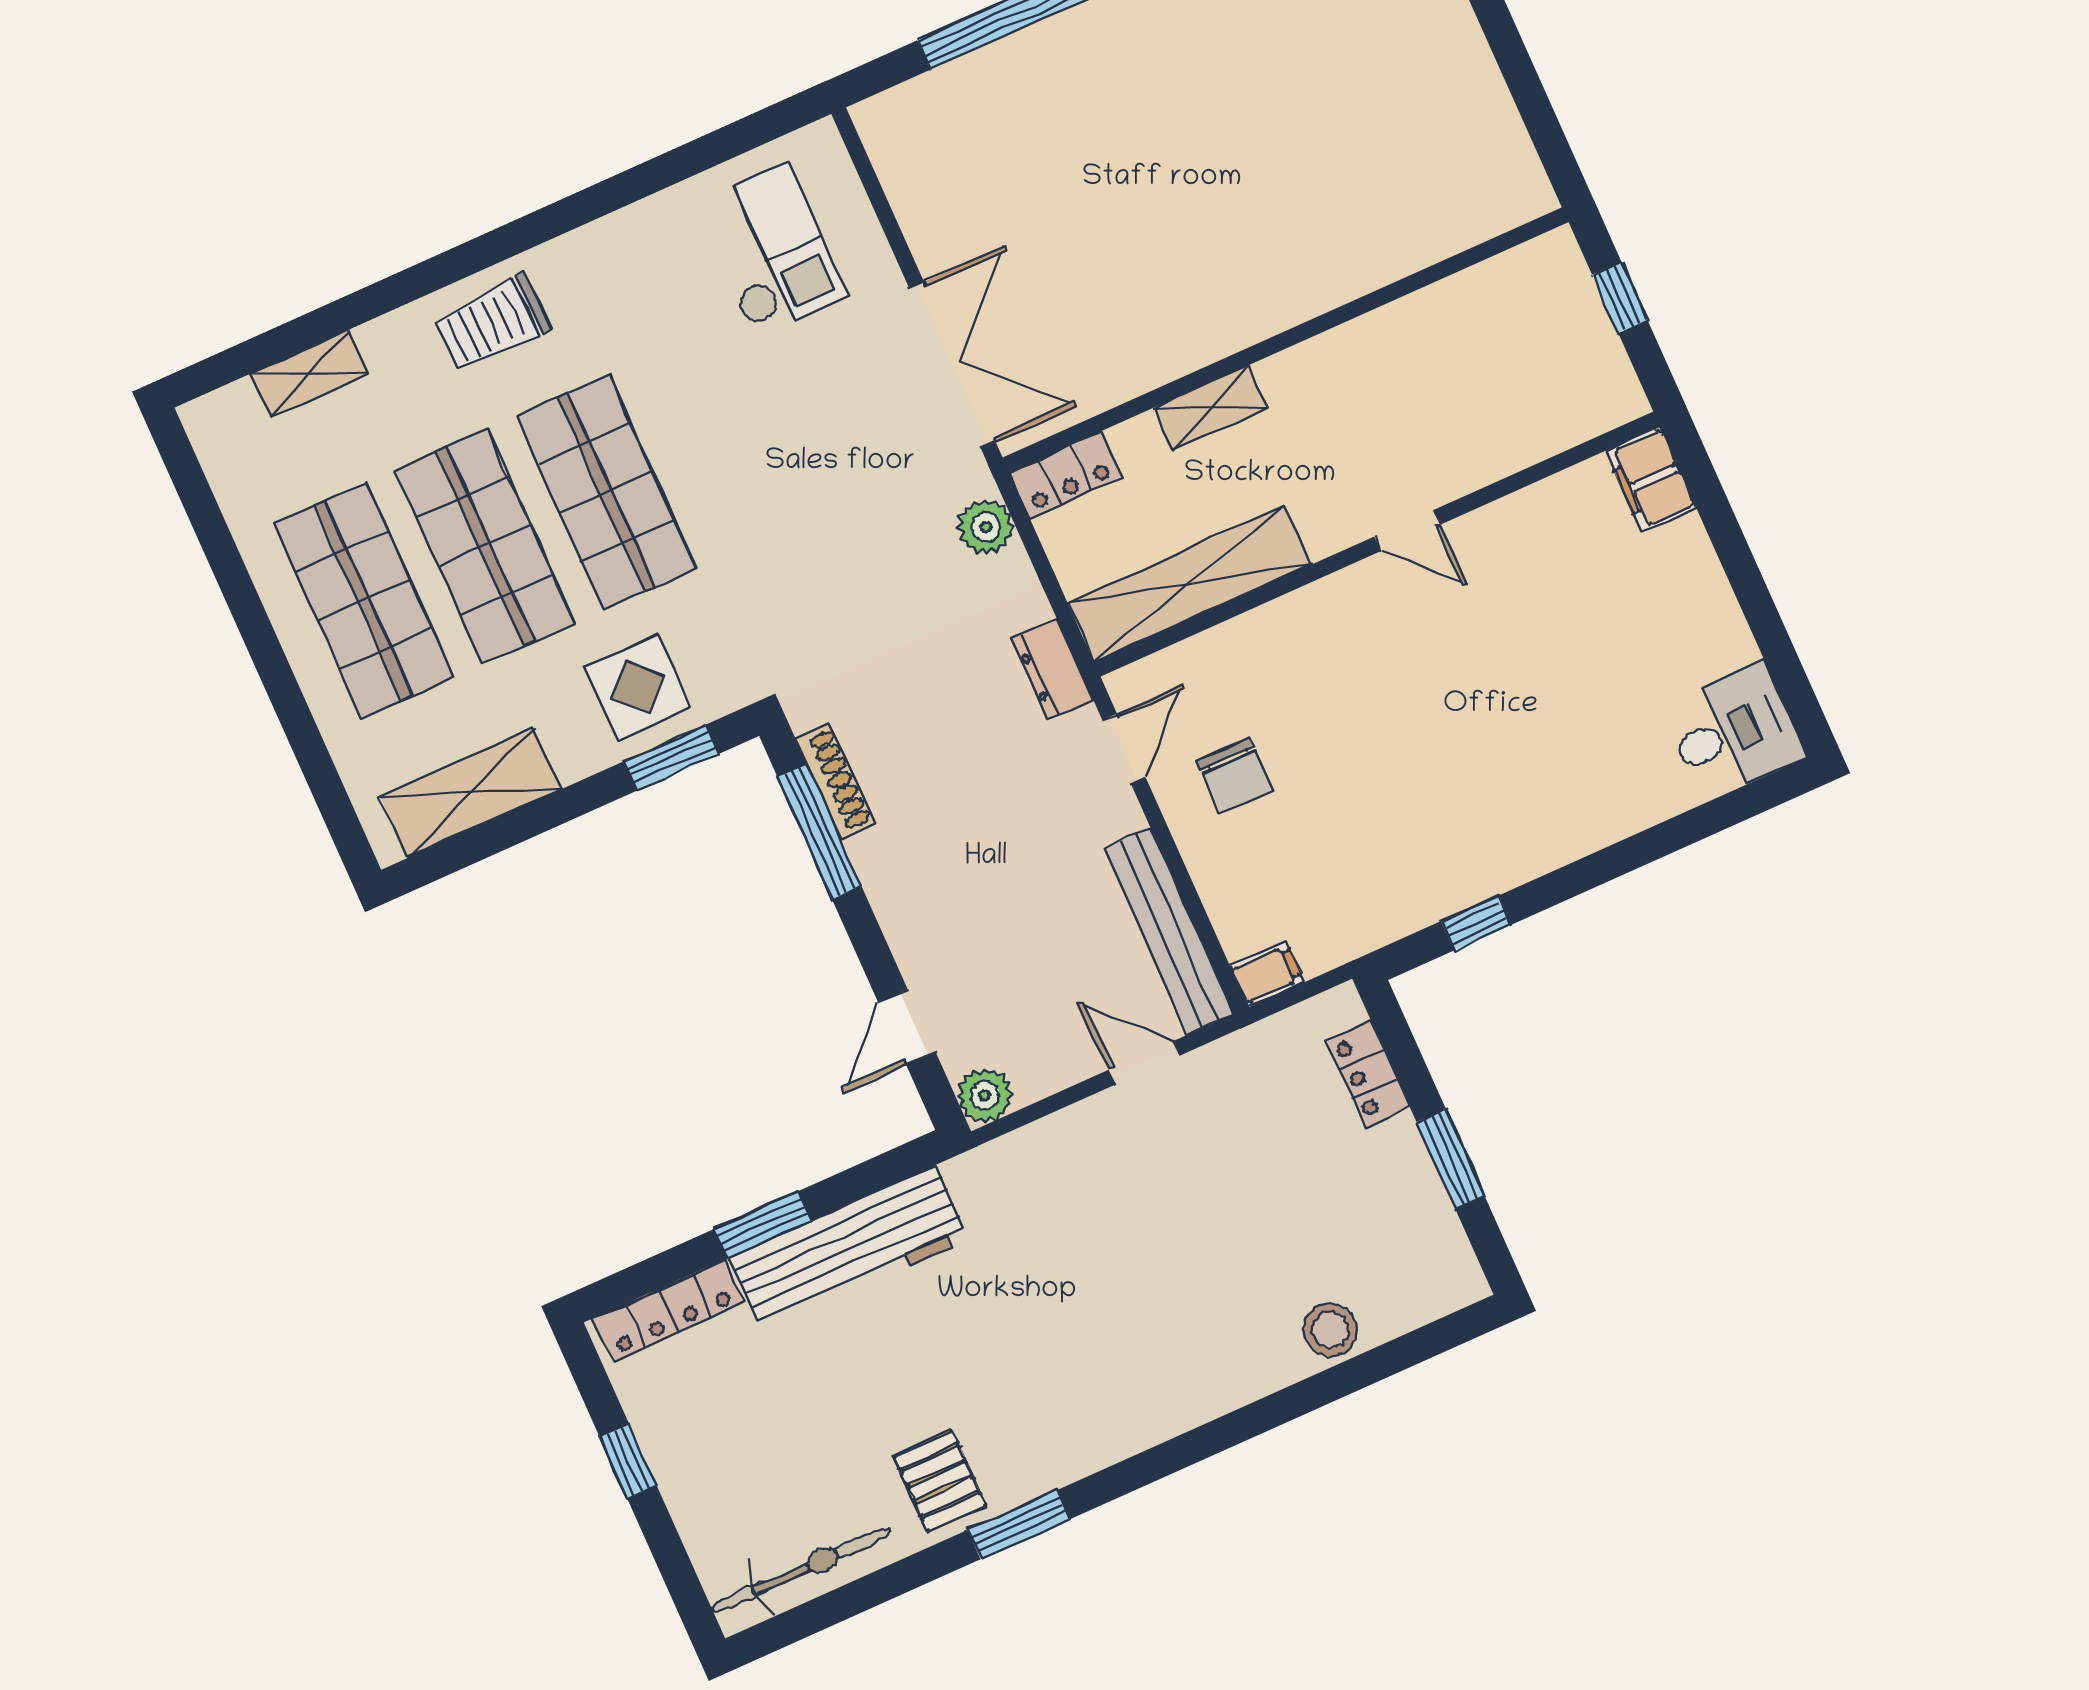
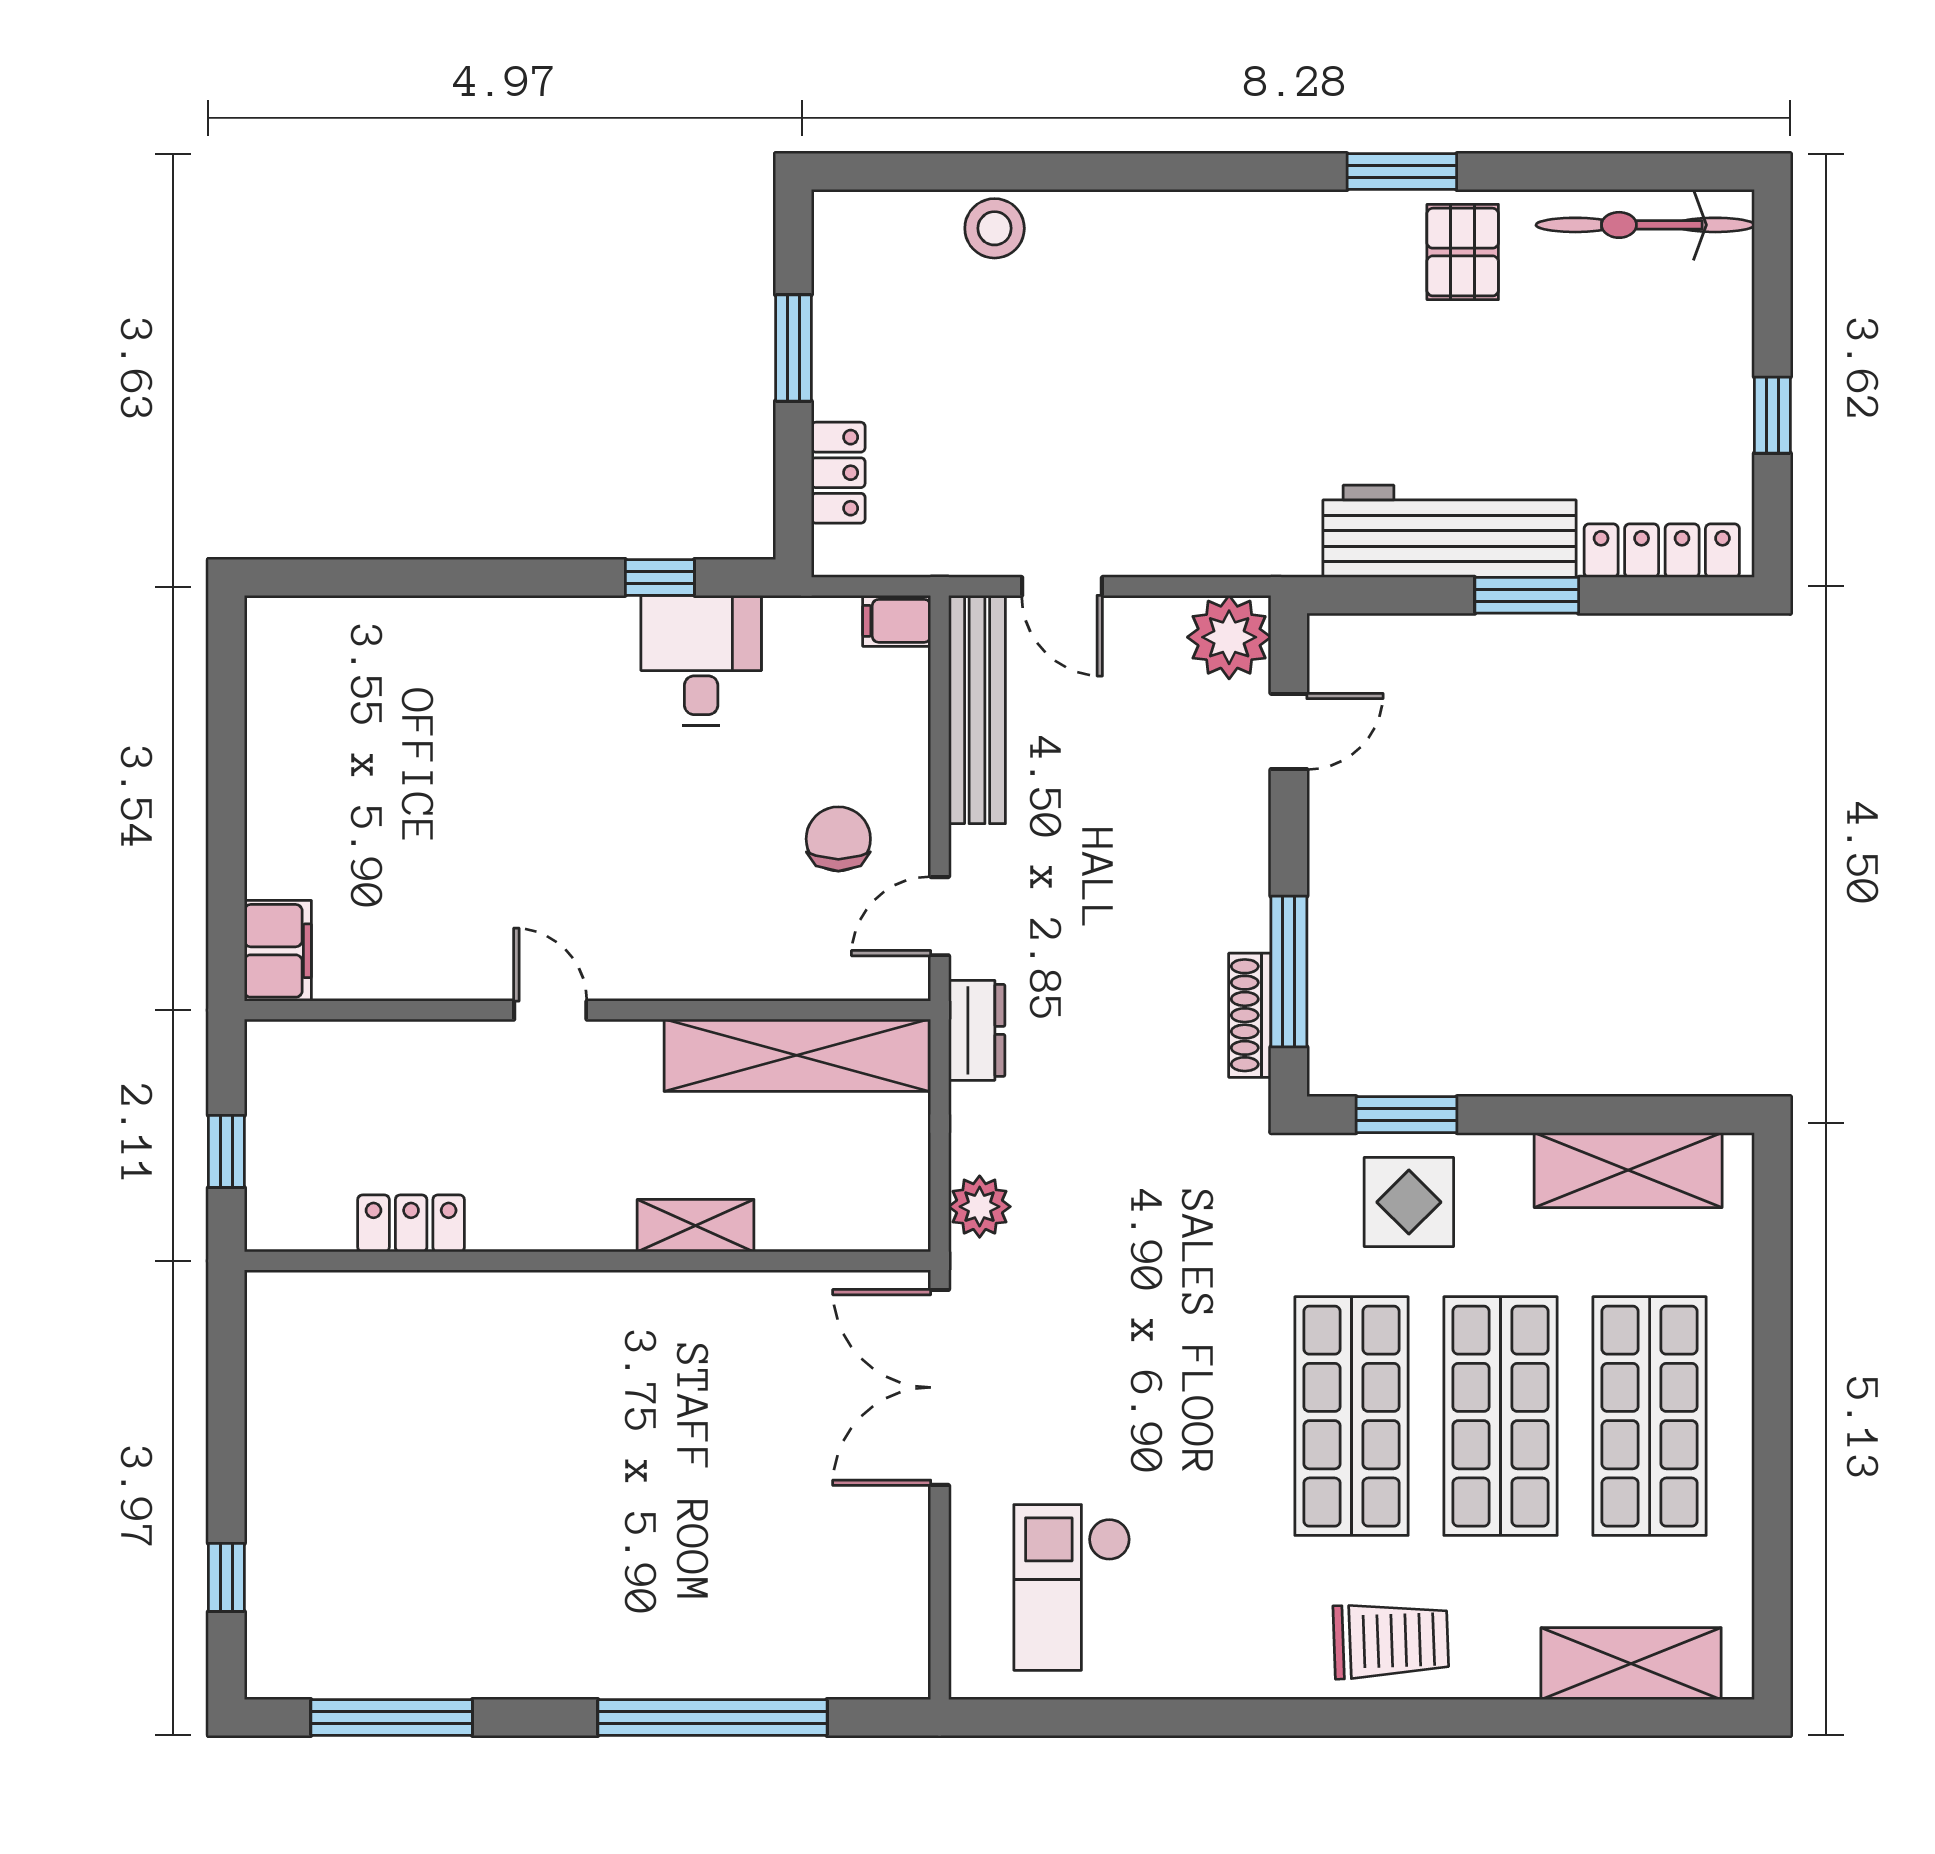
shelving: (309, 374) -> (1631, 1664), width x1.50, depth x1.33
locker: (1065, 475) -> (411, 1223), moved
desk: (1733, 732) -> (701, 660), moved, turned 90
plant: (985, 1095) -> (1229, 637), width x1.36, depth x1.36

